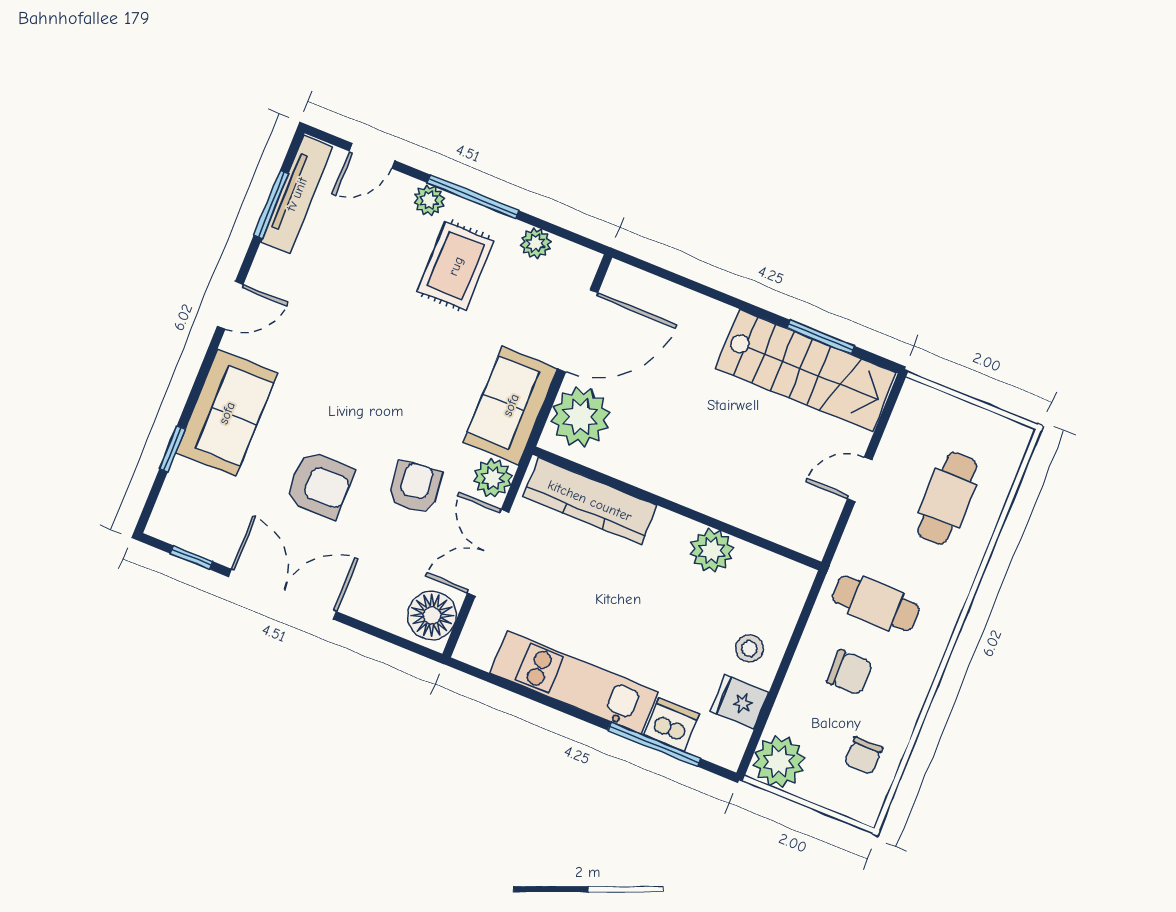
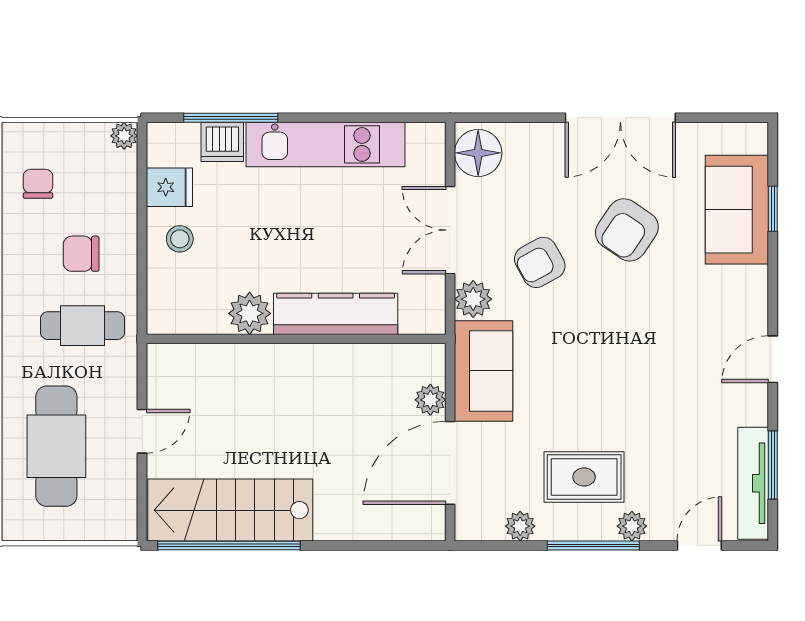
rug: (456, 266) -> (584, 477), turned 90
window: (821, 337) -> (229, 545), width x2.11
sofa: (227, 413) -> (737, 210), moved
plant: (580, 417) -> (430, 400), width x0.53, depth x0.53
armchair: (320, 485) -> (627, 230), turned -56
armchair: (415, 487) -> (540, 262), turned 68
cafe table: (947, 498) -> (56, 446), width x1.37, depth x1.35
kitchen counter: (590, 501) -> (336, 314), moved
double door: (488, 553) -> (450, 230), swing flipped
window: (191, 557) -> (716, 118), removed
plant: (779, 762) -> (124, 136), width x0.53, depth x0.53

